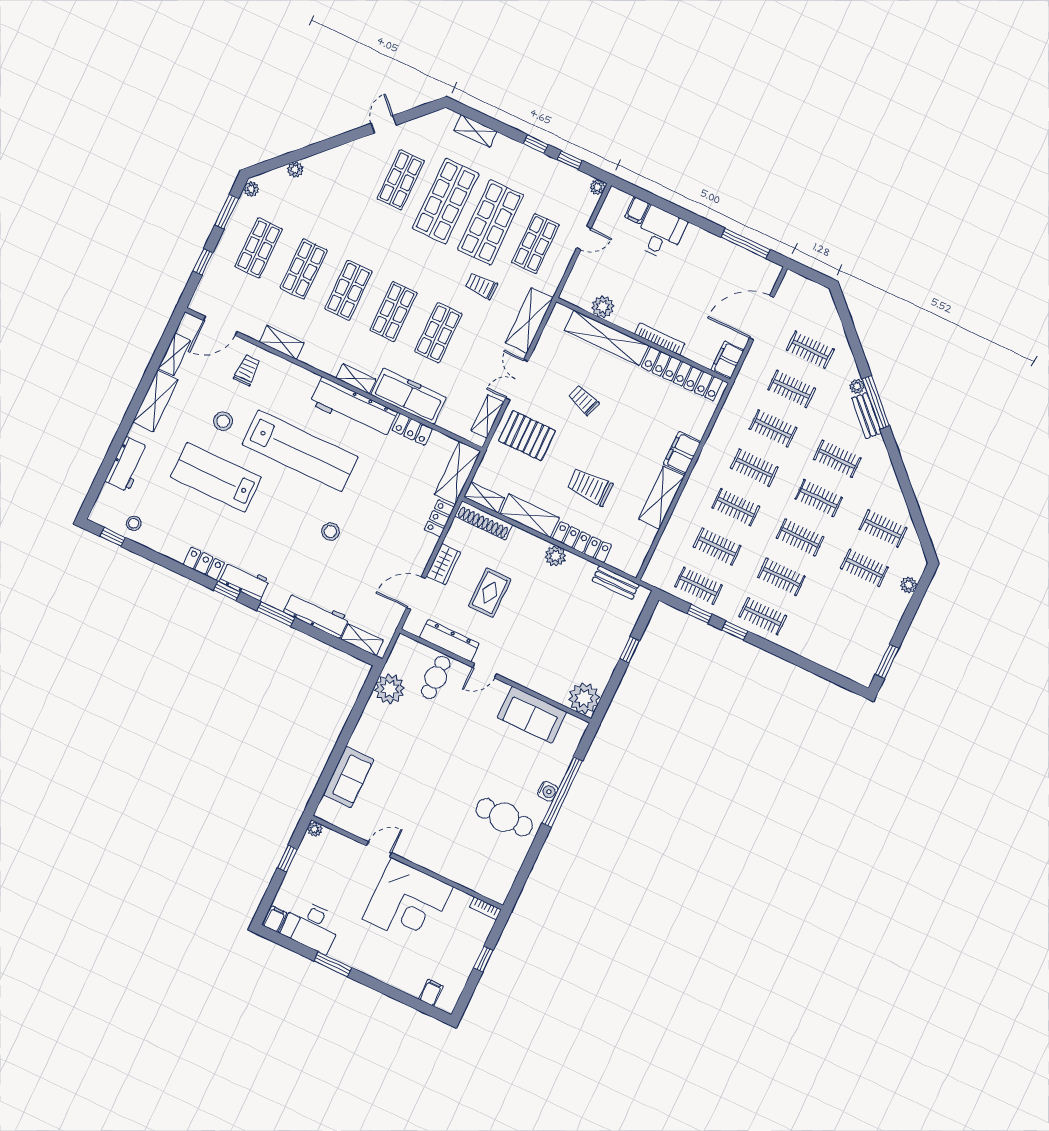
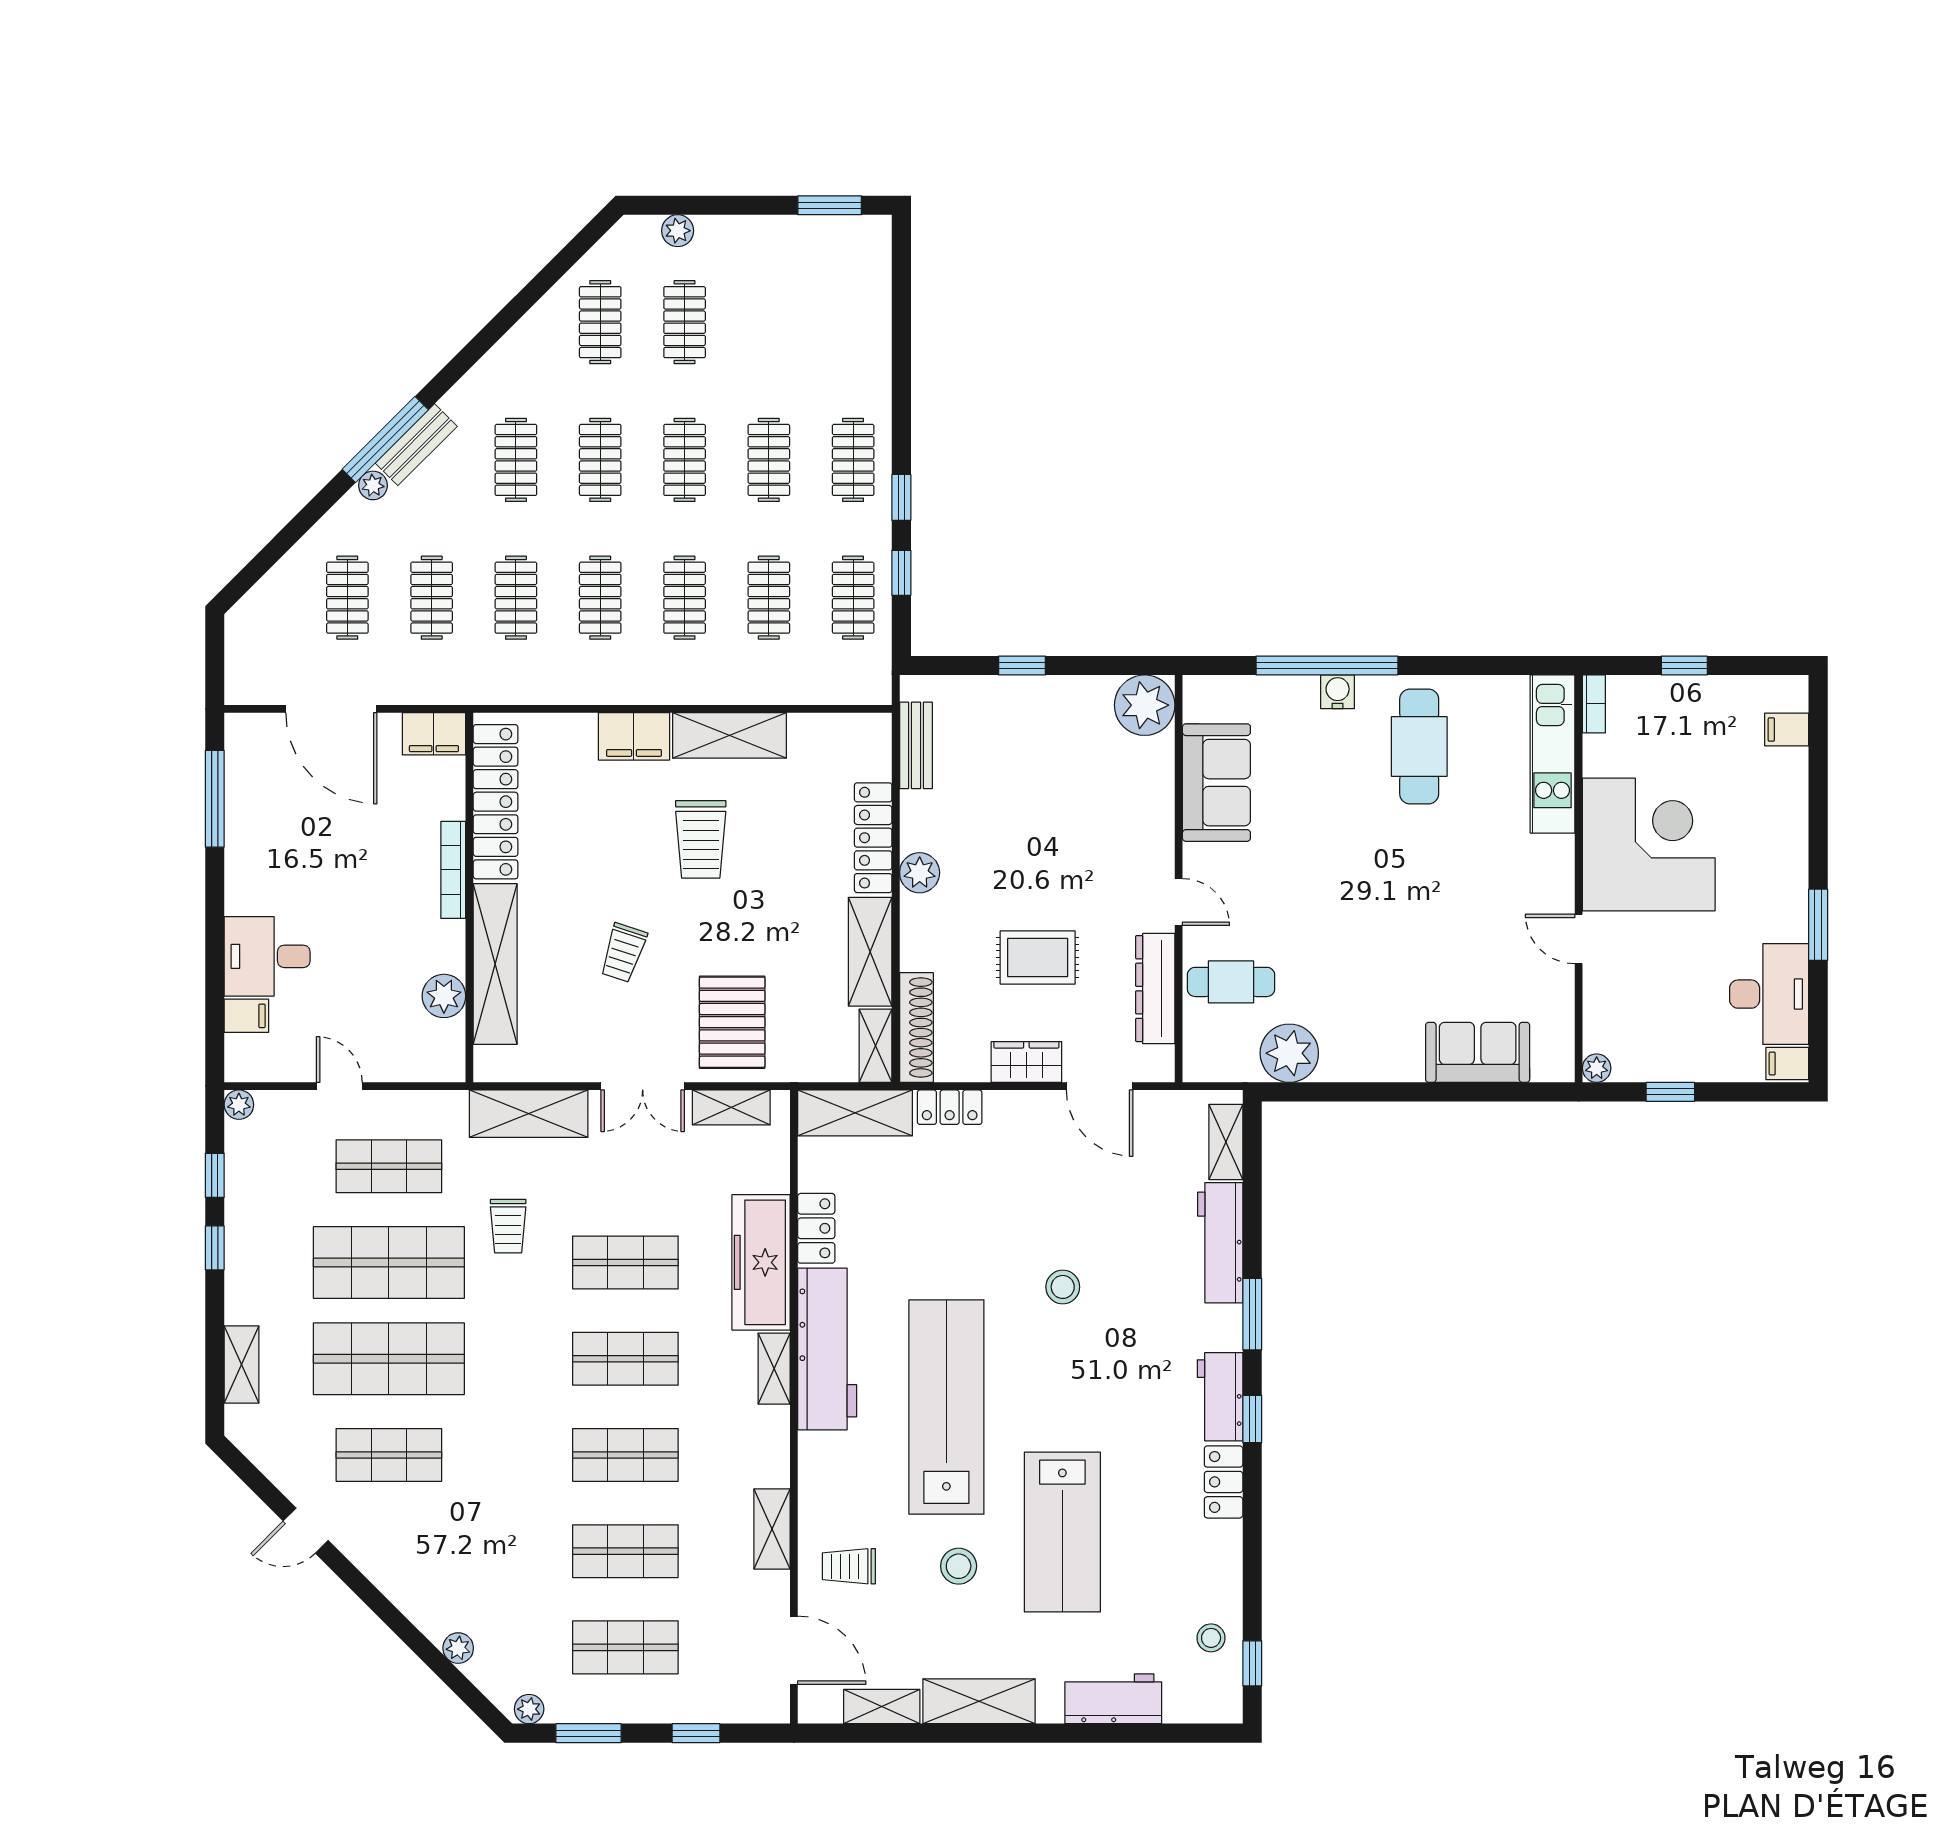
trolley: (590, 487) -> (701, 839), moved
kitchen unit: (471, 878) -> (1553, 754), added

